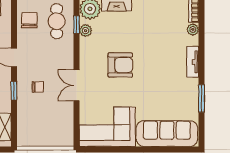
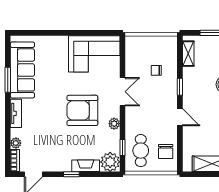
plant: (86, 31) -> (114, 124), moved
armchair: (120, 65) -> (82, 110), width x1.36, depth x1.36
chair: (38, 87) -> (156, 70), moved
sofa: (167, 134) -> (22, 70), moved, turned -90

